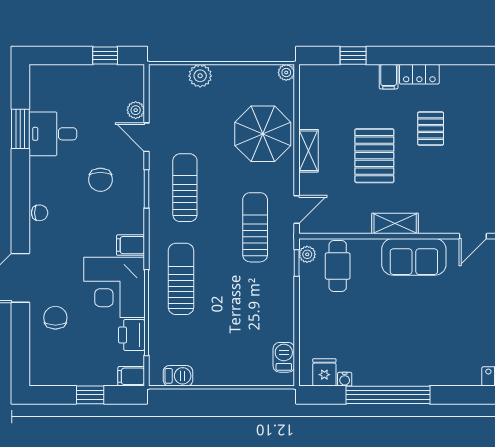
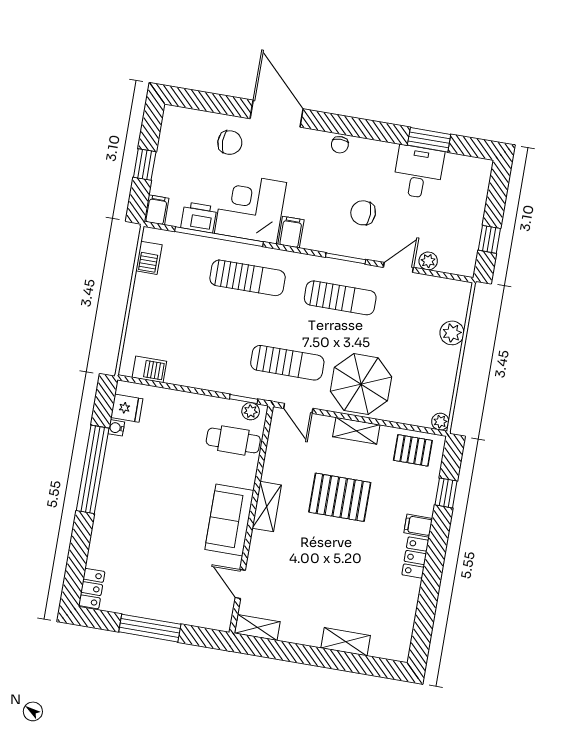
pallet: (431, 129) -> (413, 450), moved
parasol: (263, 134) -> (361, 384), moved

